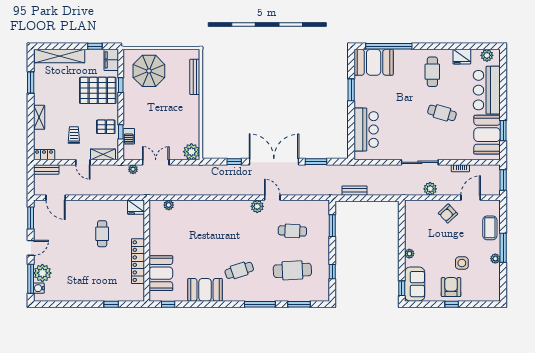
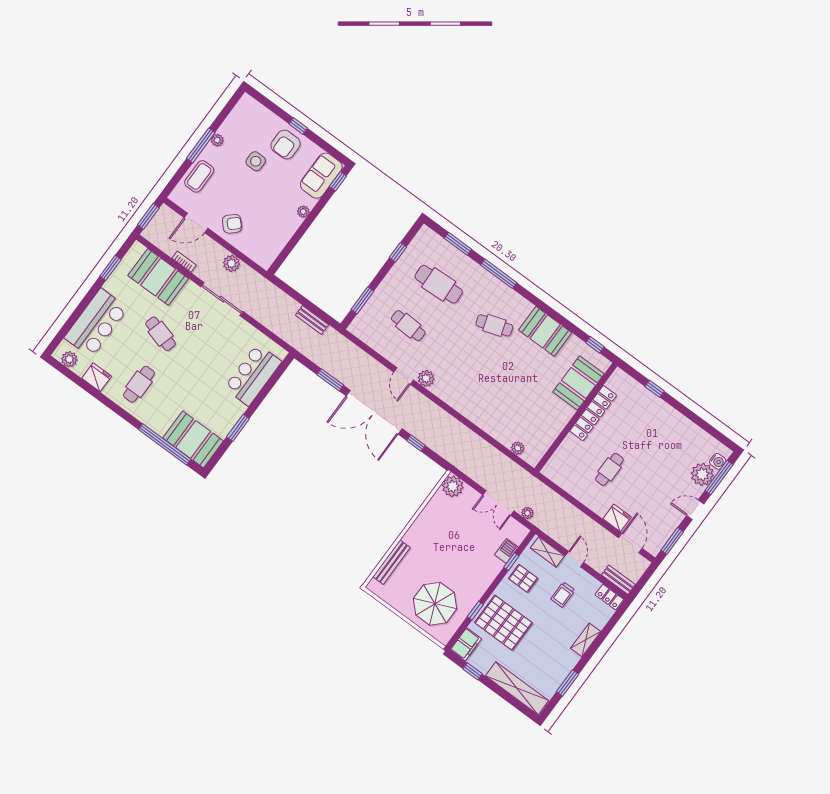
booth: (487, 135) -> (158, 277), moved, turned 90
fridge: (136, 207) -> (617, 518), moved

